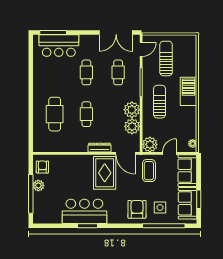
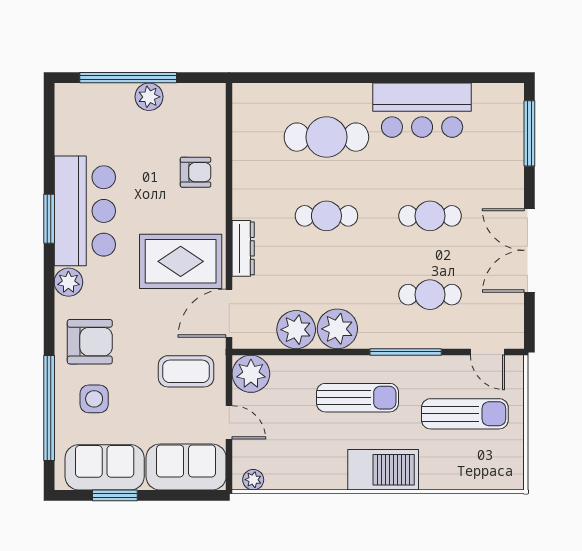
double door: (116, 32) -> (529, 250), moved
bar counter: (59, 46) -> (422, 110), moved, turned -90
armchair: (42, 167) -> (196, 172), moved
plant: (113, 218) -> (68, 282), added

